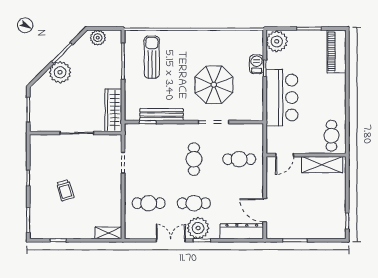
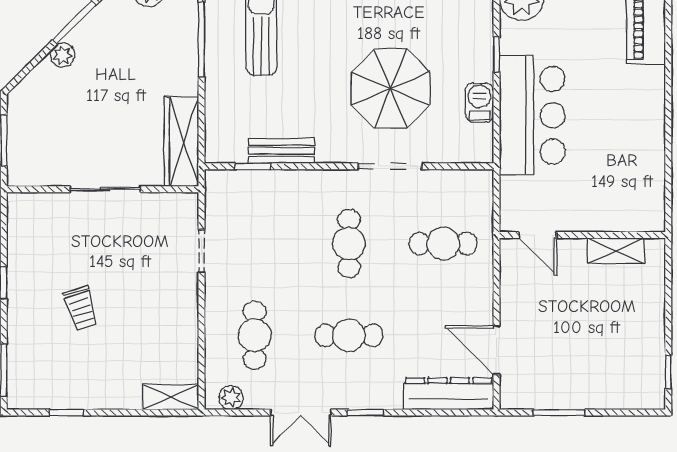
barbecue: (257, 64) -> (479, 103), moved
plant: (60, 72) -> (63, 55), width x0.53, depth x0.53
bench: (162, 115) -> (281, 151), width x0.73
cafe table: (331, 136) -> (635, 195), removed
door: (285, 155) -> (538, 235), hinge flipped
shelving: (322, 165) -> (616, 251), width x0.67, depth x0.75
cafe table: (149, 203) -> (255, 335), turned 90
plant: (198, 228) -> (231, 398), moved, width x0.53, depth x0.53
double door: (171, 240) -> (301, 413), swing flipped

